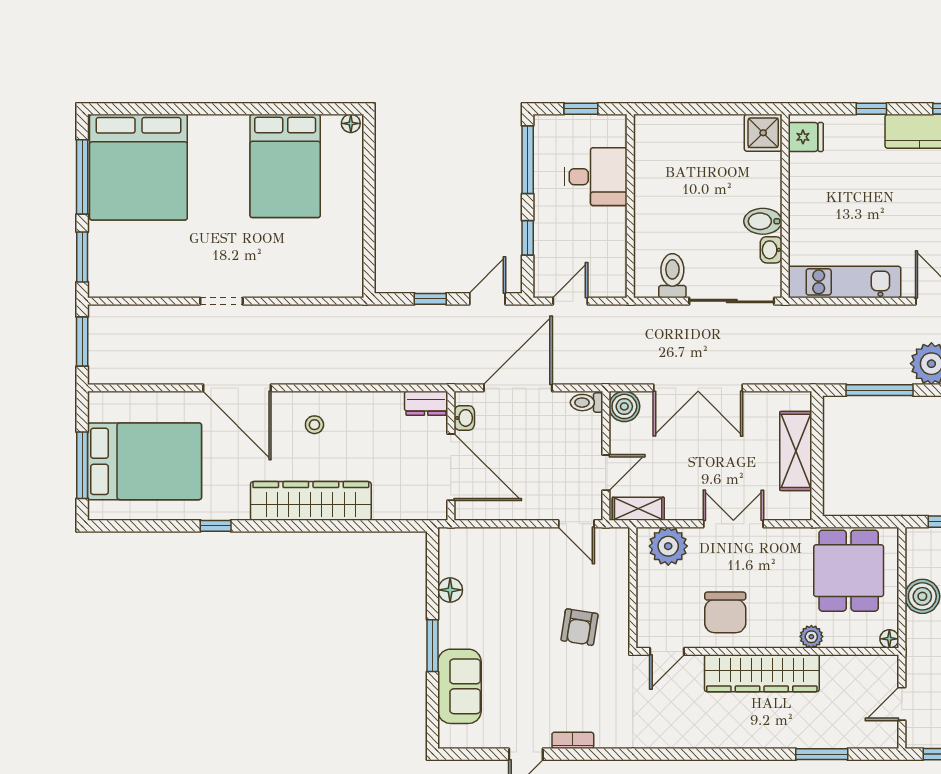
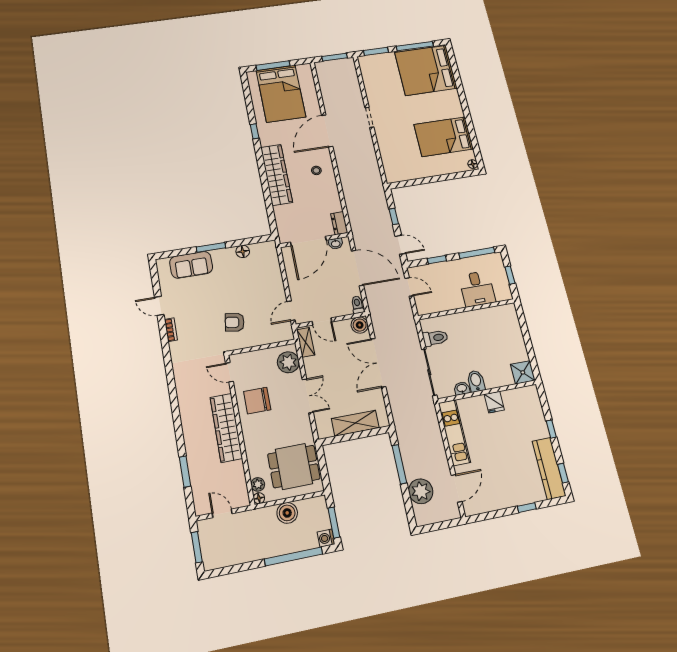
fridge: (806, 137) -> (494, 402), moved
plant: (811, 637) -> (258, 484), moved

